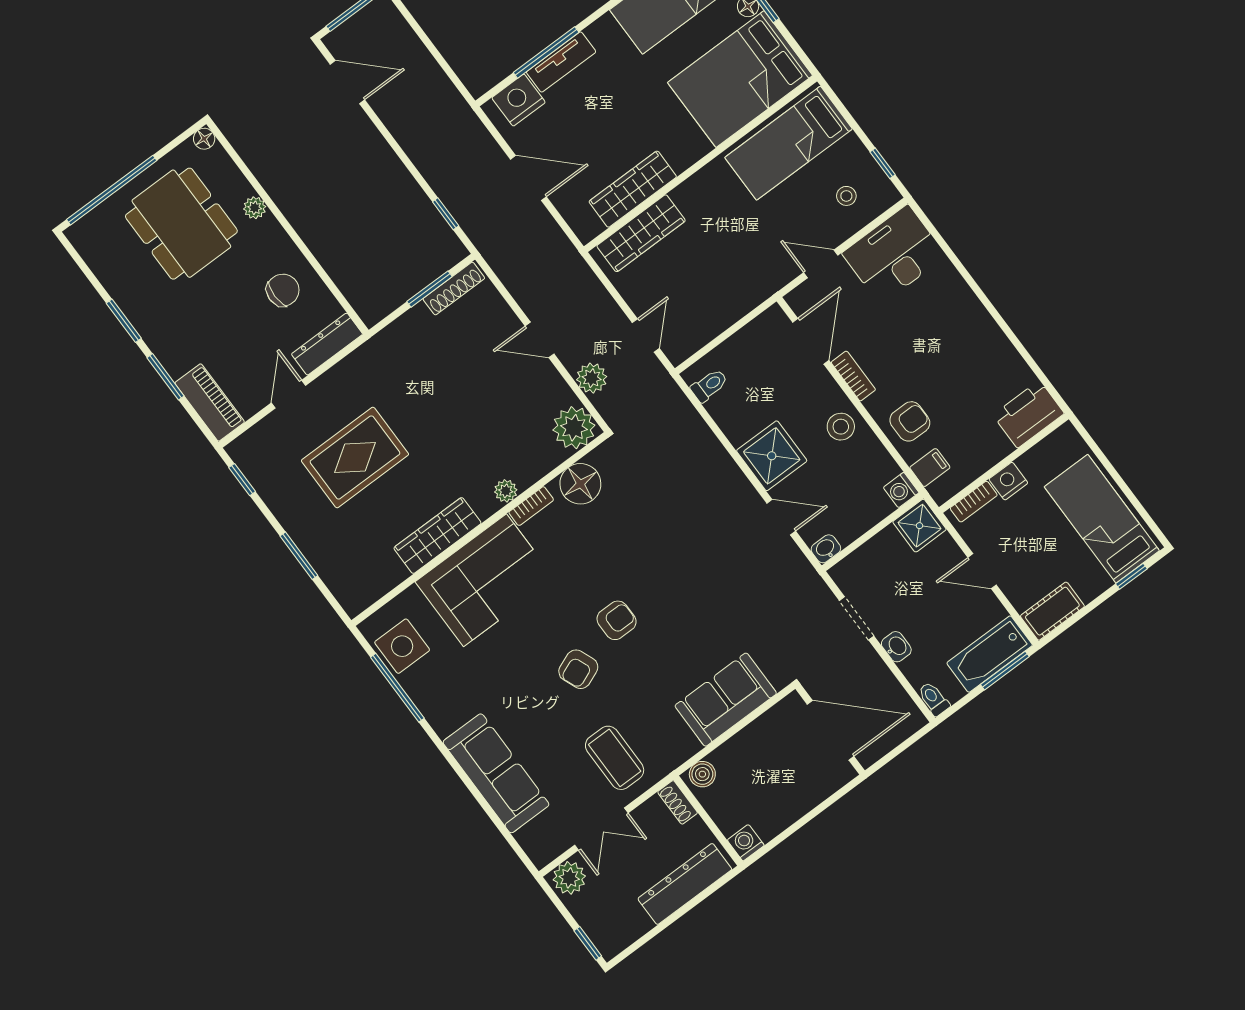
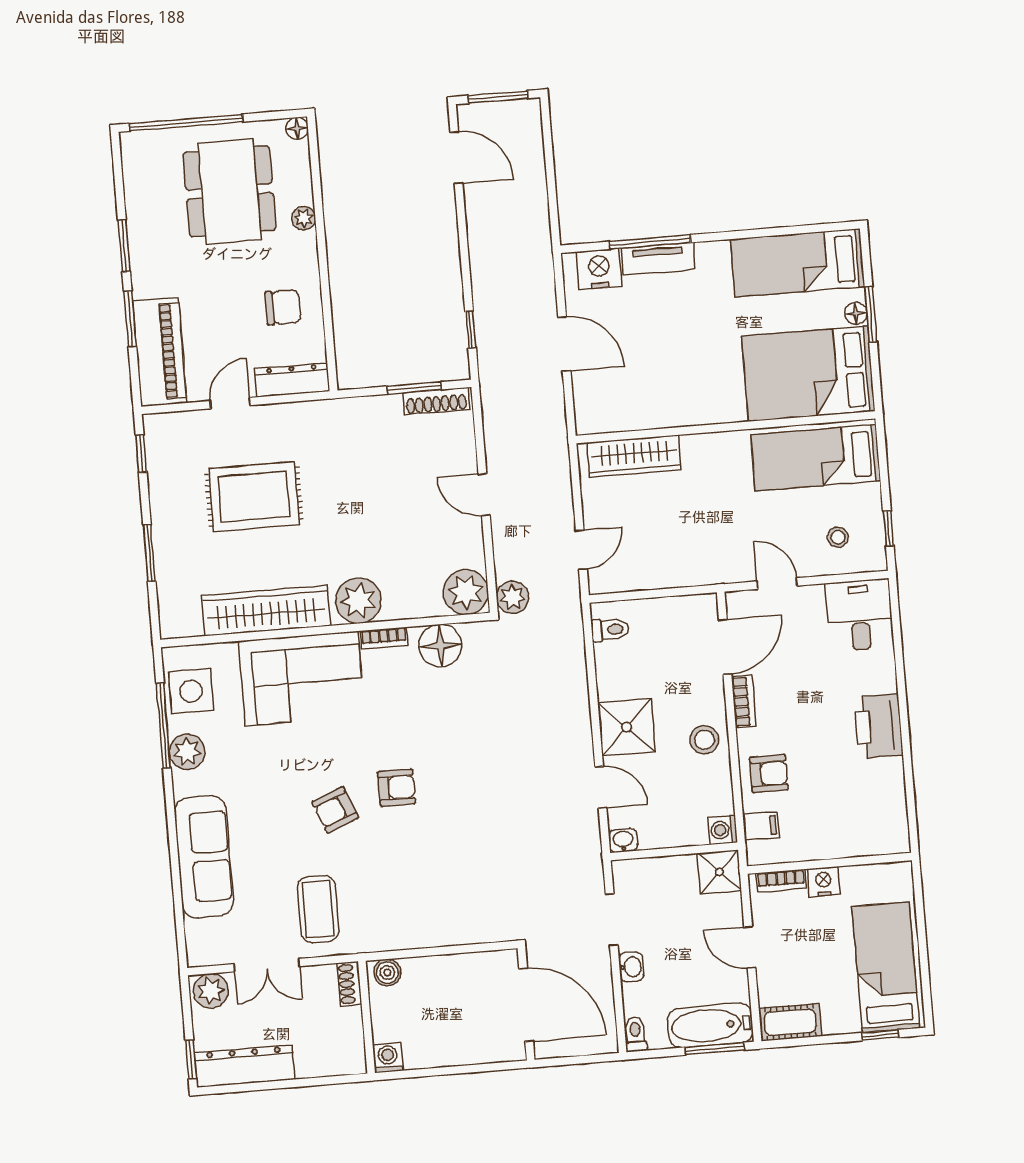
wardrobe: (633, 189) -> (651, 412), removed
desk: (894, 255) -> (860, 615), width x0.73
plant: (592, 378) -> (512, 597), moved
piano: (210, 402) -> (160, 352), width x1.37, depth x1.33
printer: (1028, 414) -> (879, 726), moved, turned -90
plant: (506, 491) -> (358, 601), width x1.88, depth x1.88
wardrobe: (437, 536) -> (266, 611), width x1.40, depth x1.17
plant: (430, 697) -> (187, 752), added
sofa: (726, 700) -> (450, 919), removed
dresser: (685, 884) -> (244, 1066), moved

